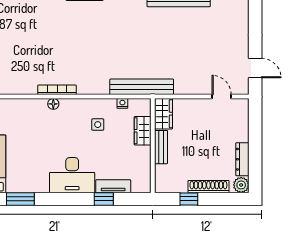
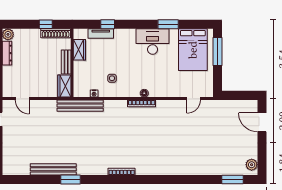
wardrobe: (143, 131) -> (79, 50), moved
desk: (72, 175) -> (153, 42), moved
shoe rack: (208, 187) -> (56, 33), moved

